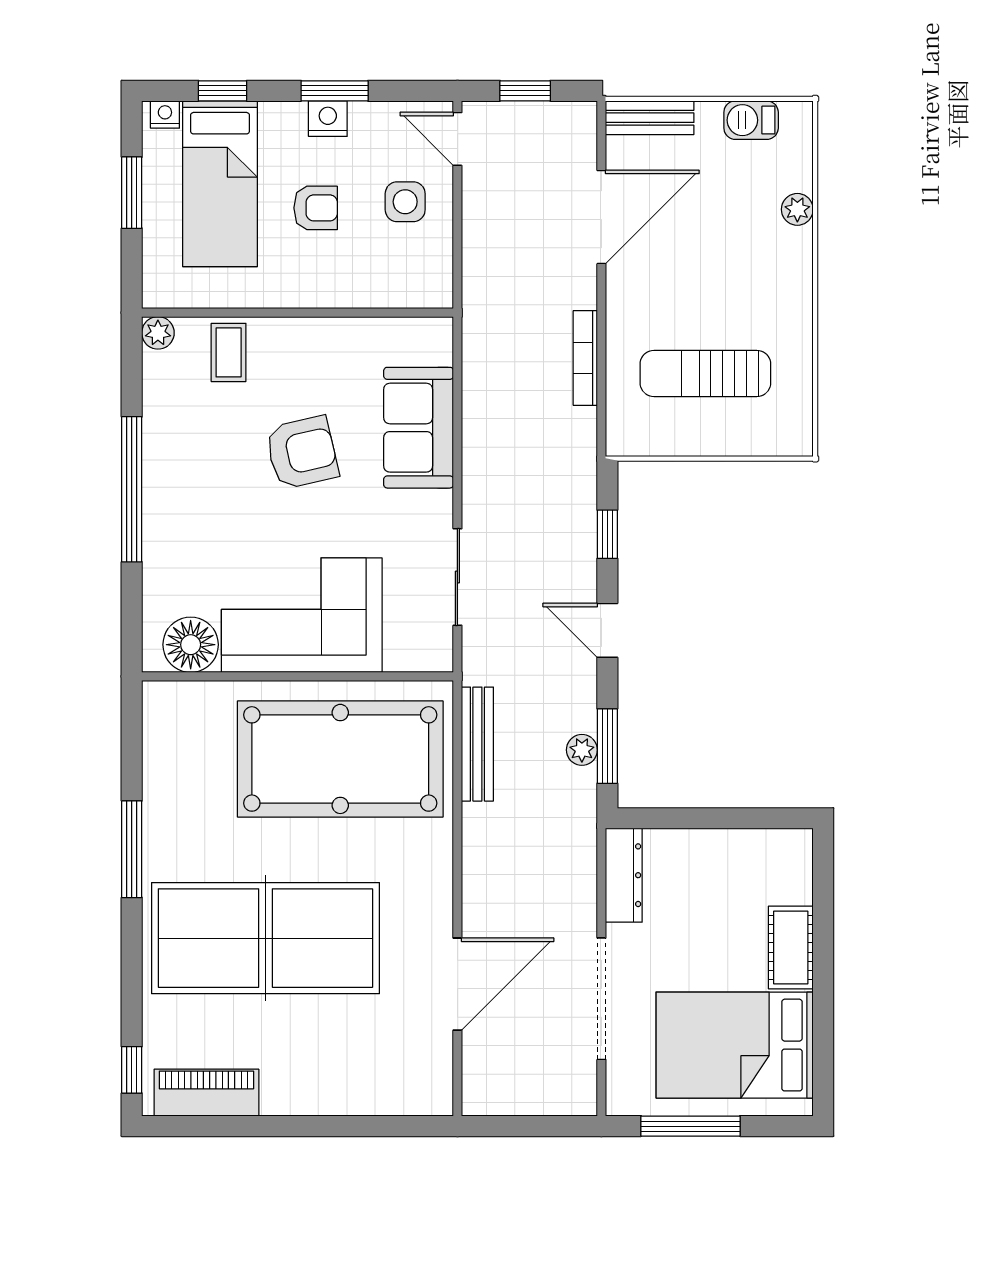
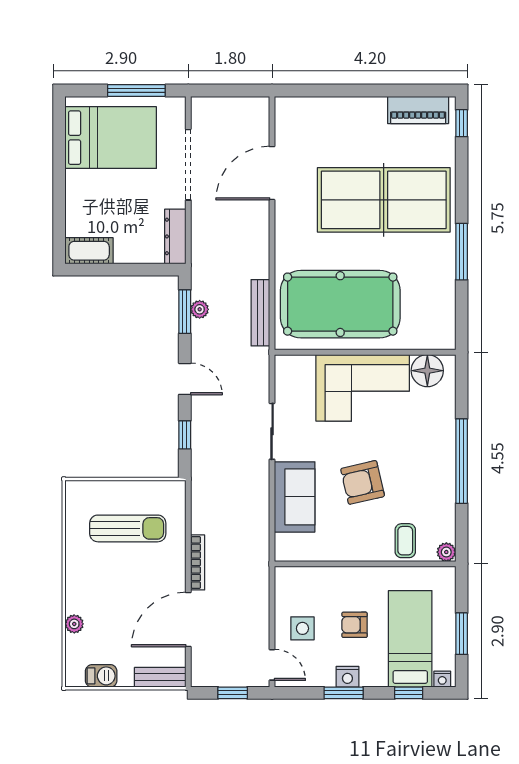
bookcase: (585, 358) -> (198, 562), moved
sliding door: (457, 577) -> (272, 431), moved
cot: (791, 947) -> (89, 251), moved, turned 90

